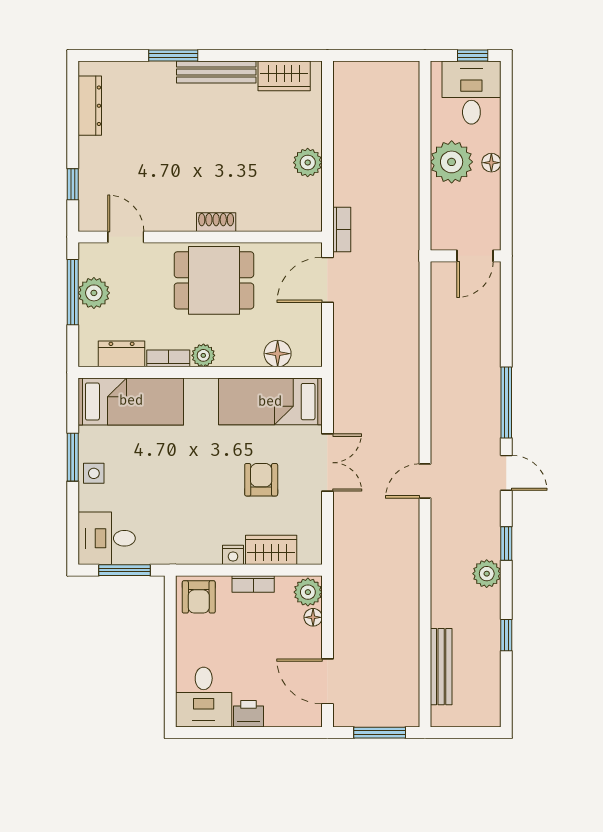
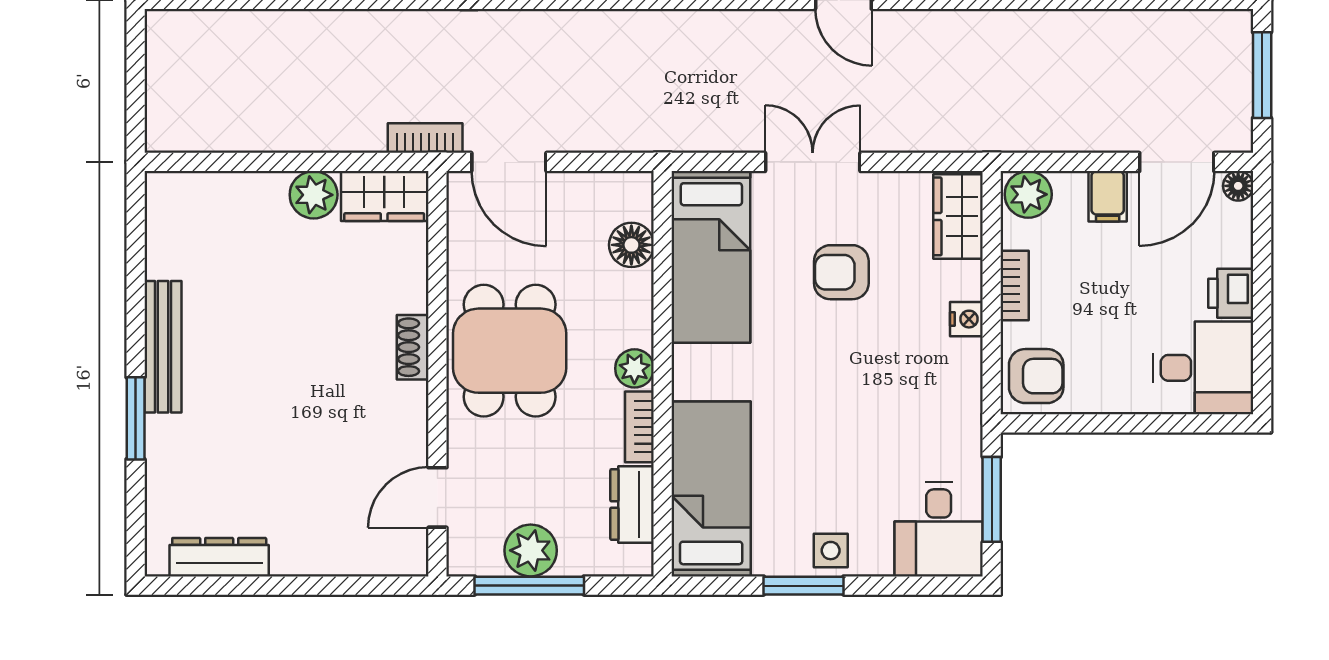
wardrobe: (284, 76) -> (384, 196), moved, turned 90
window: (73, 184) -> (350, 586), removed
wardrobe: (271, 550) -> (958, 216), moved
floor lamp: (313, 617) -> (1238, 186), moved
filing cabinet: (307, 640) -> (1108, 196), added

